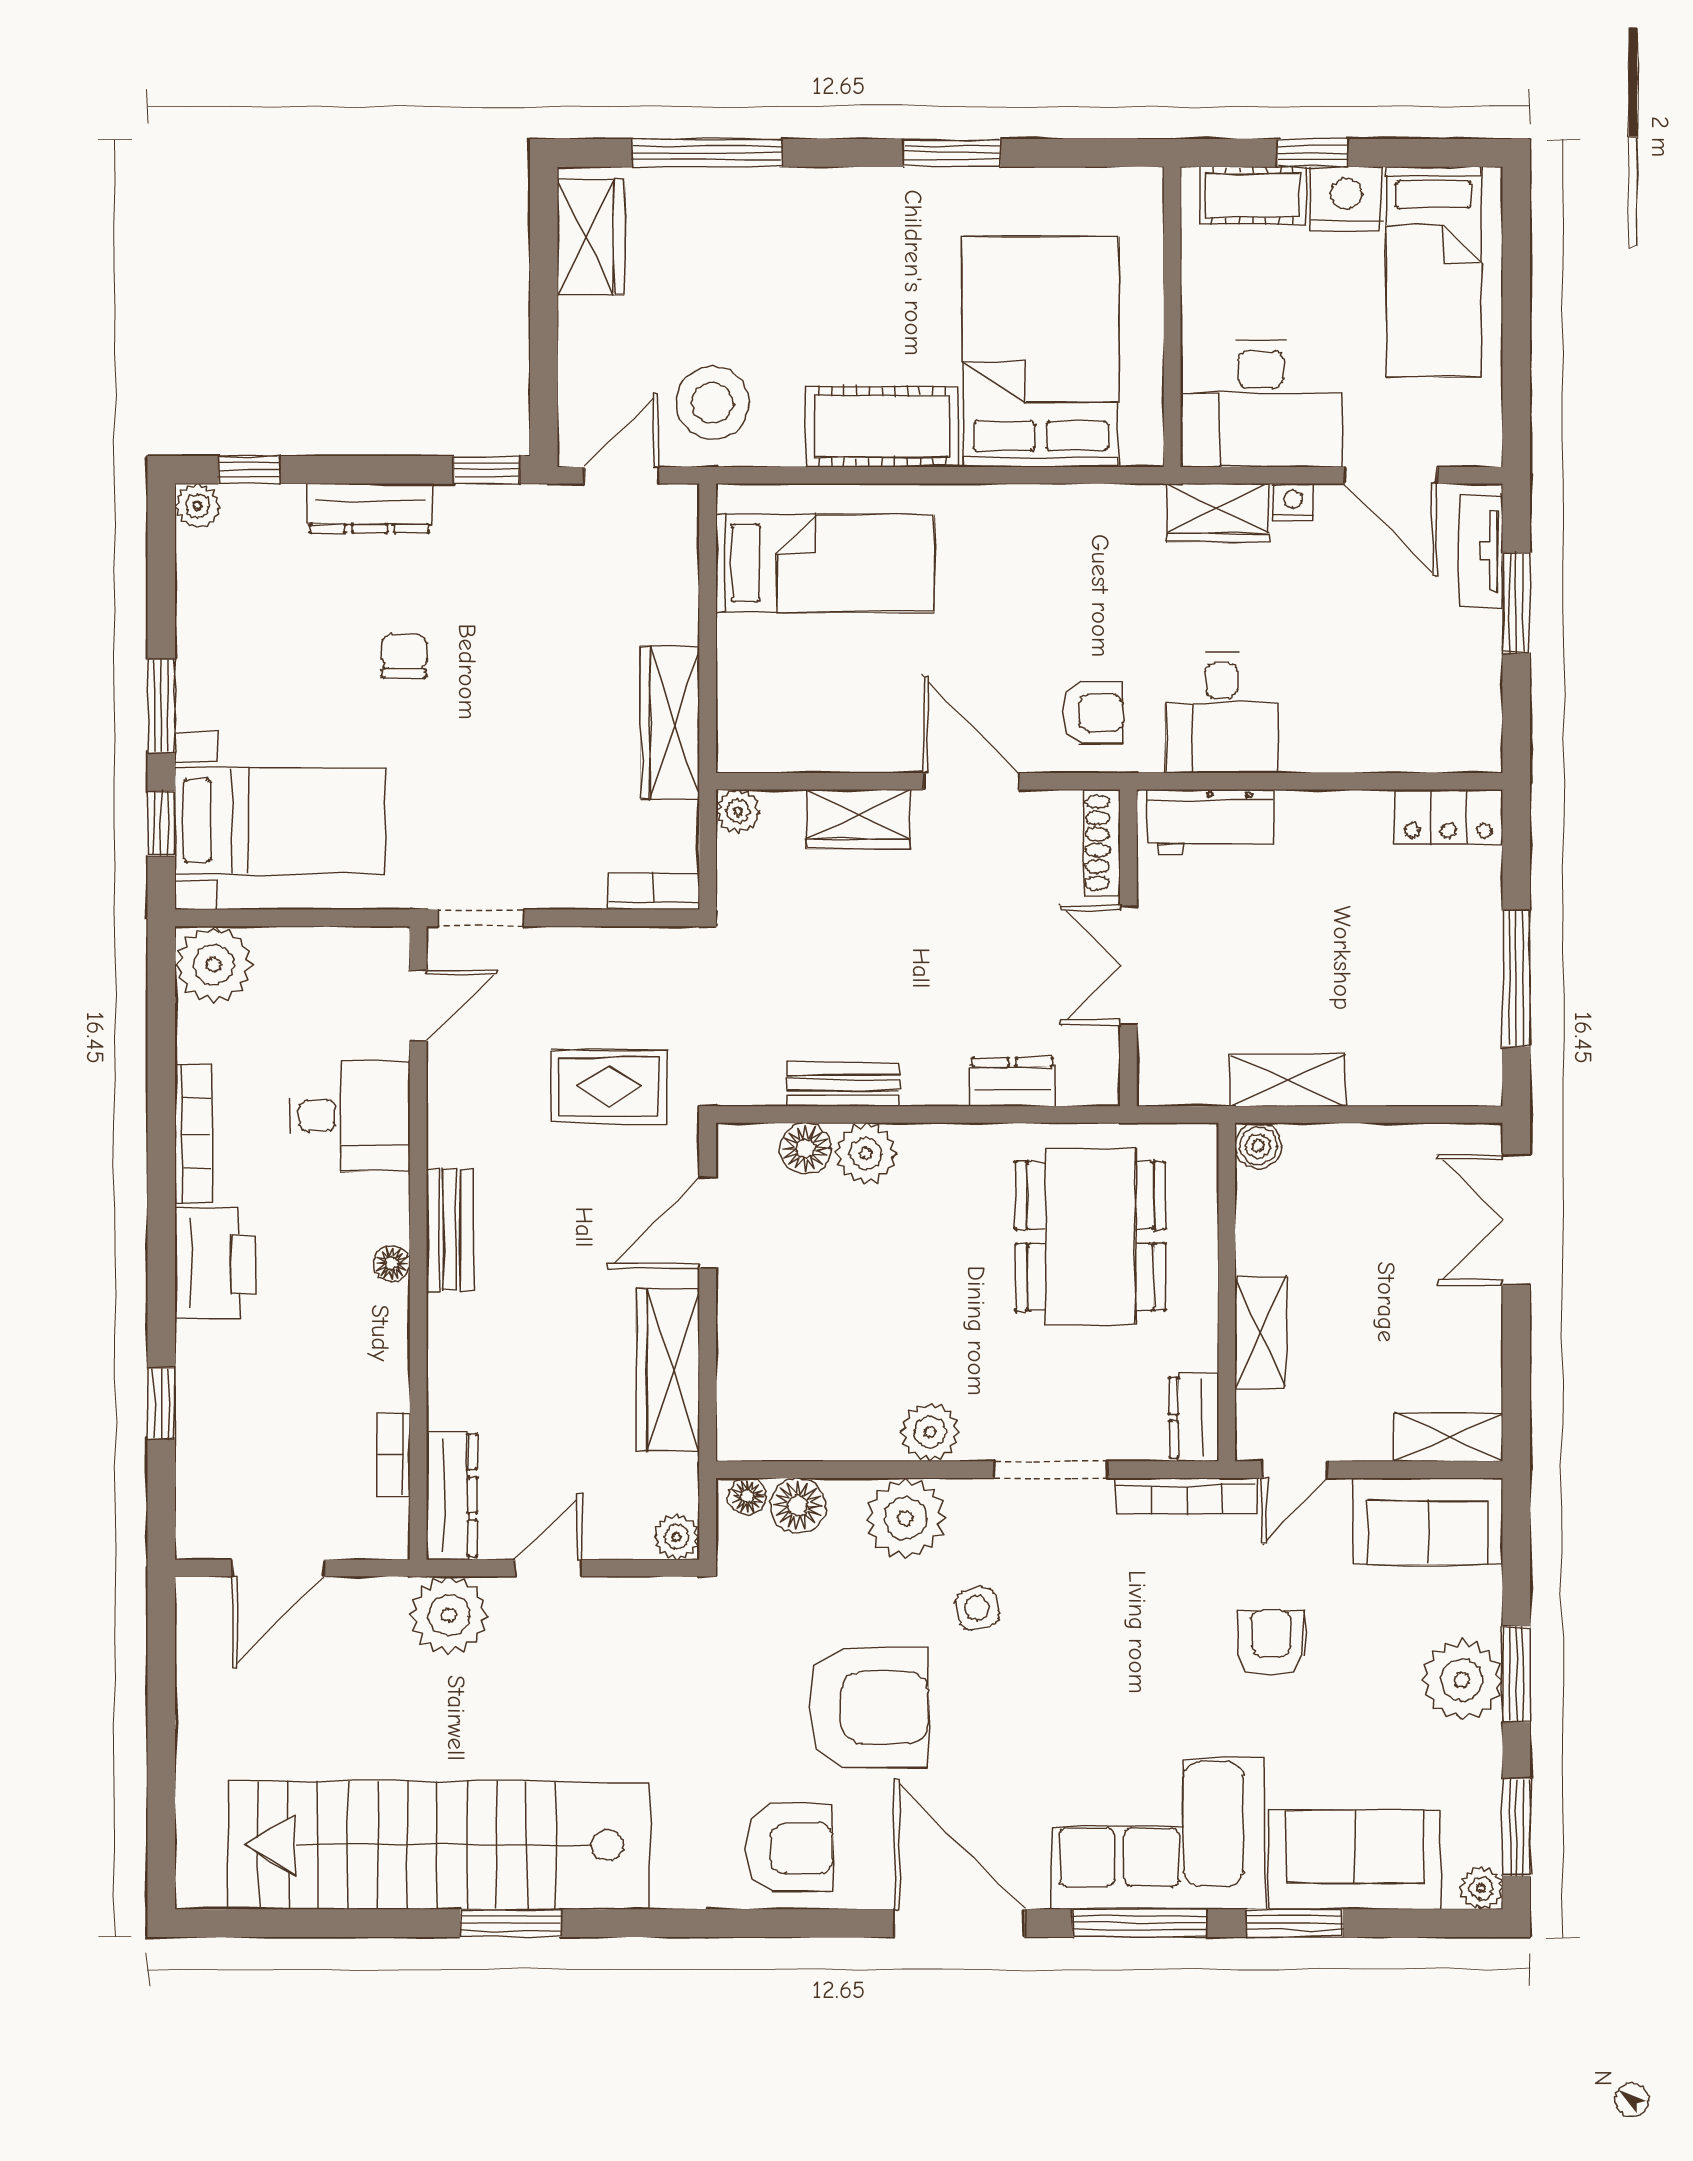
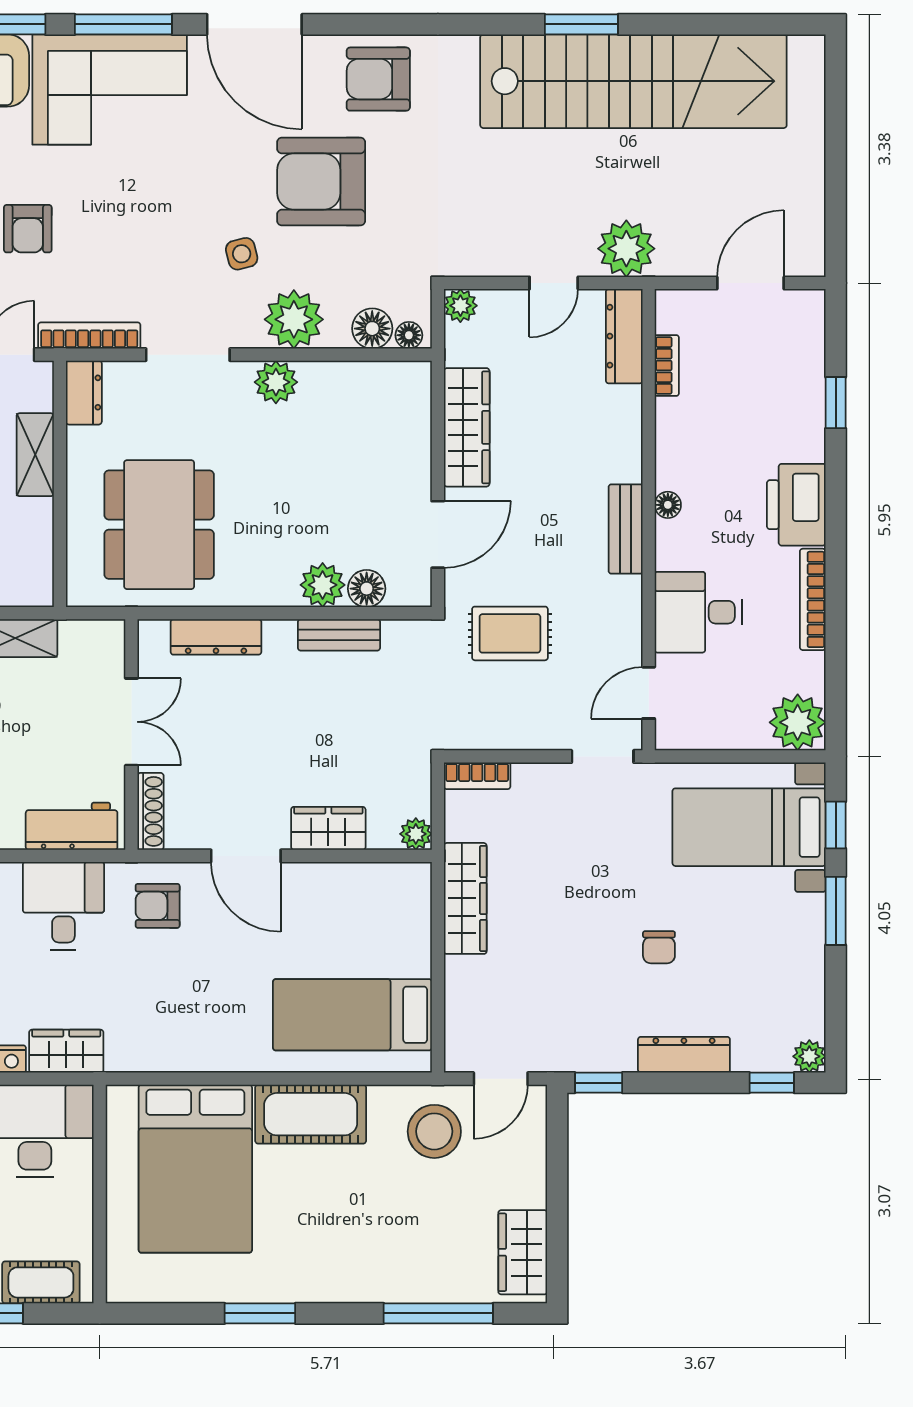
dresser: (1012, 1082) -> (216, 637), width x1.44
boiler: (1258, 1146) -> (37, 590), removed

